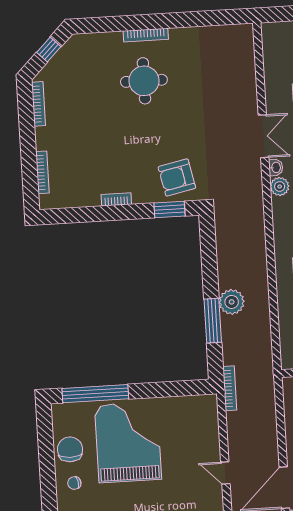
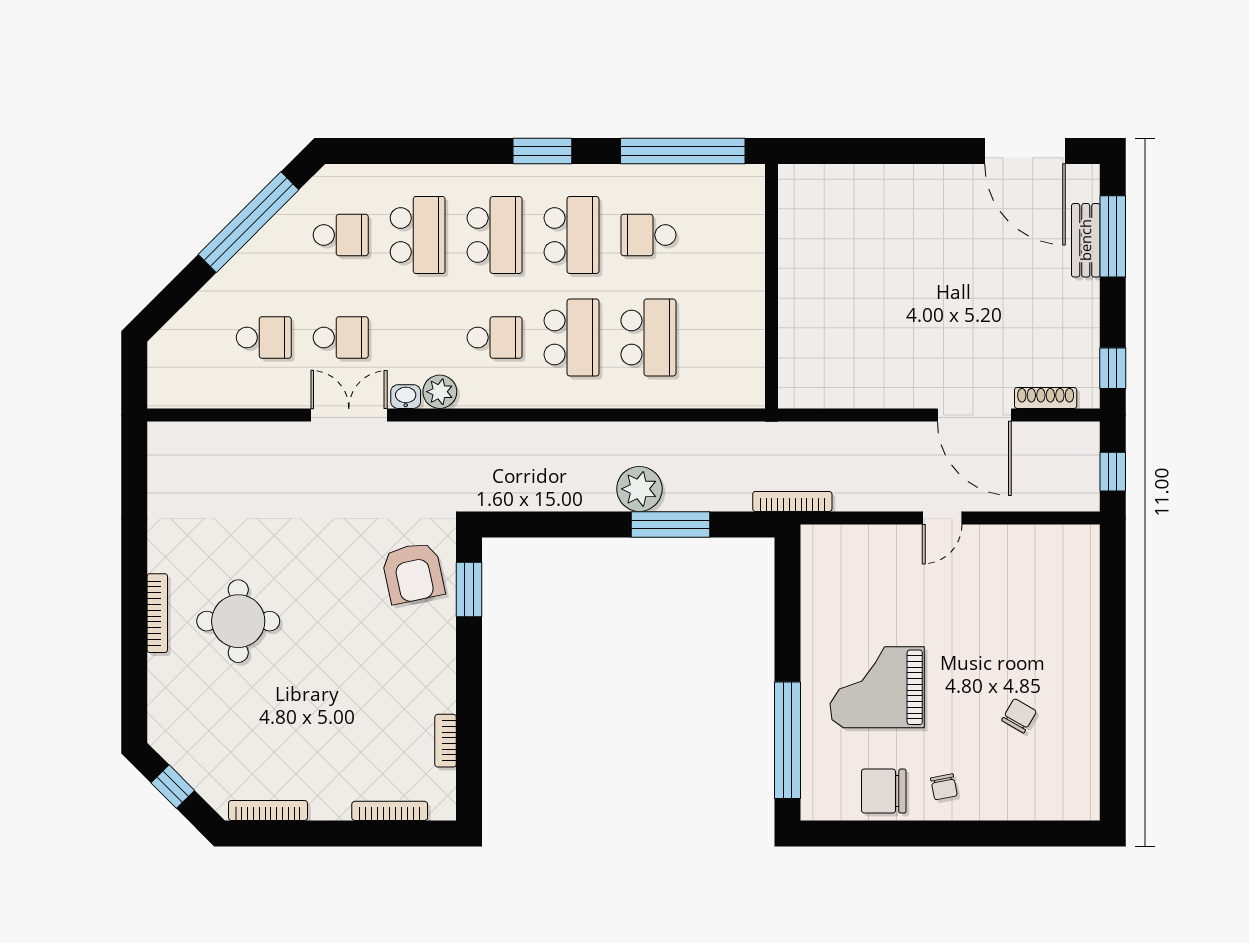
bookcase: (116, 199) -> (446, 741), moved
grand piano: (128, 442) -> (877, 687), width x0.73, depth x0.68

